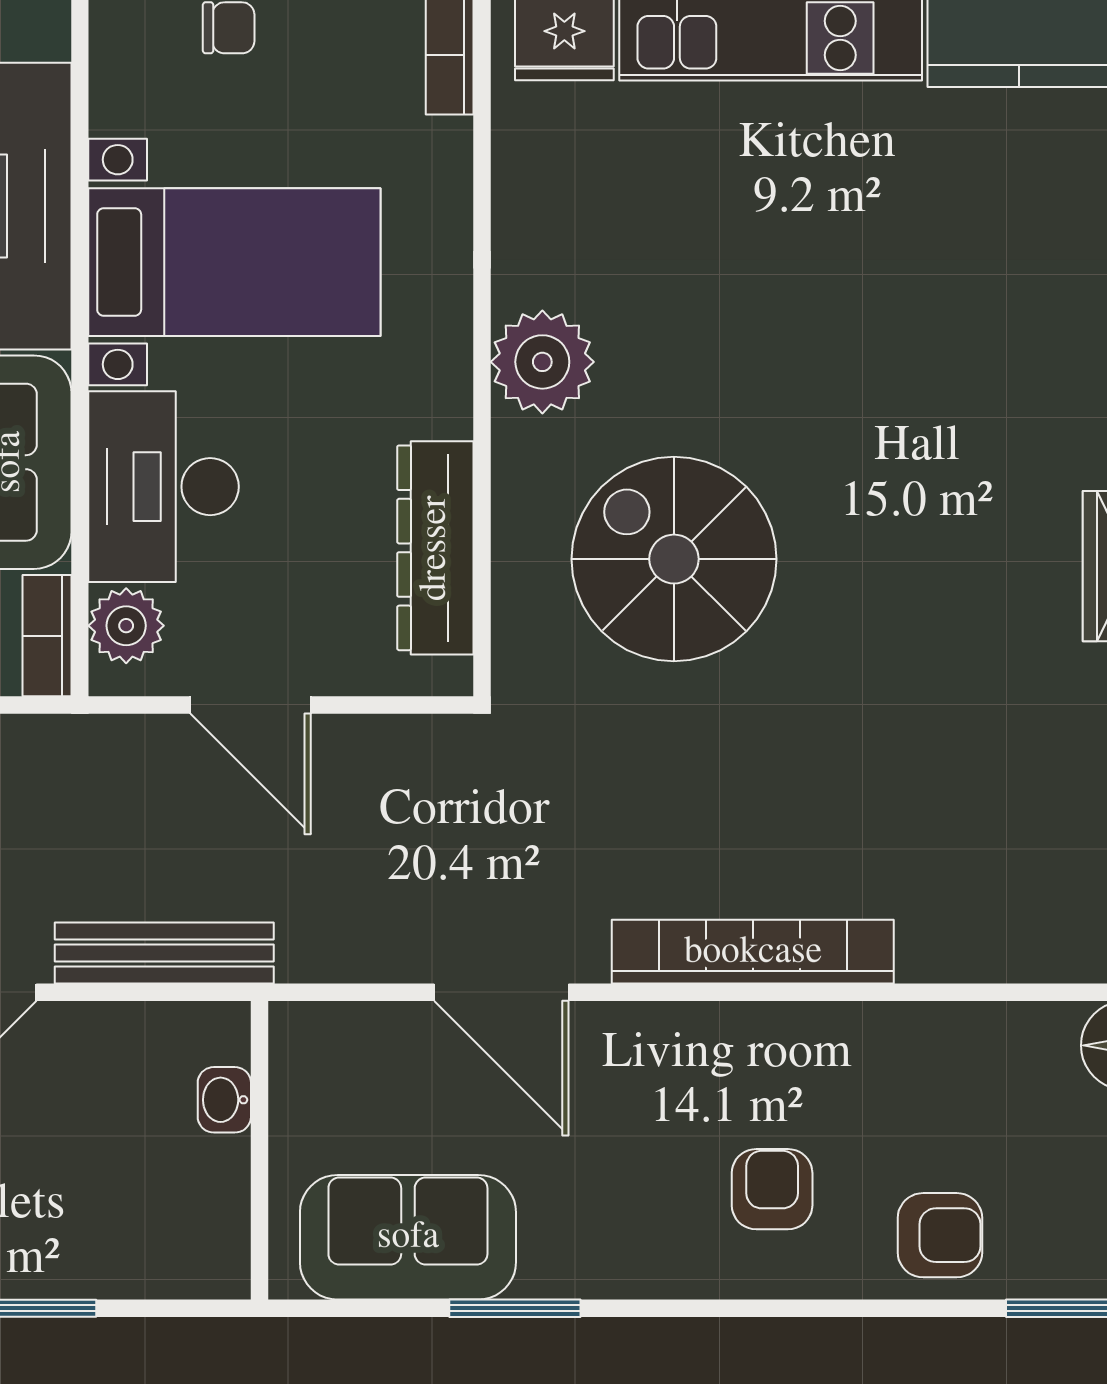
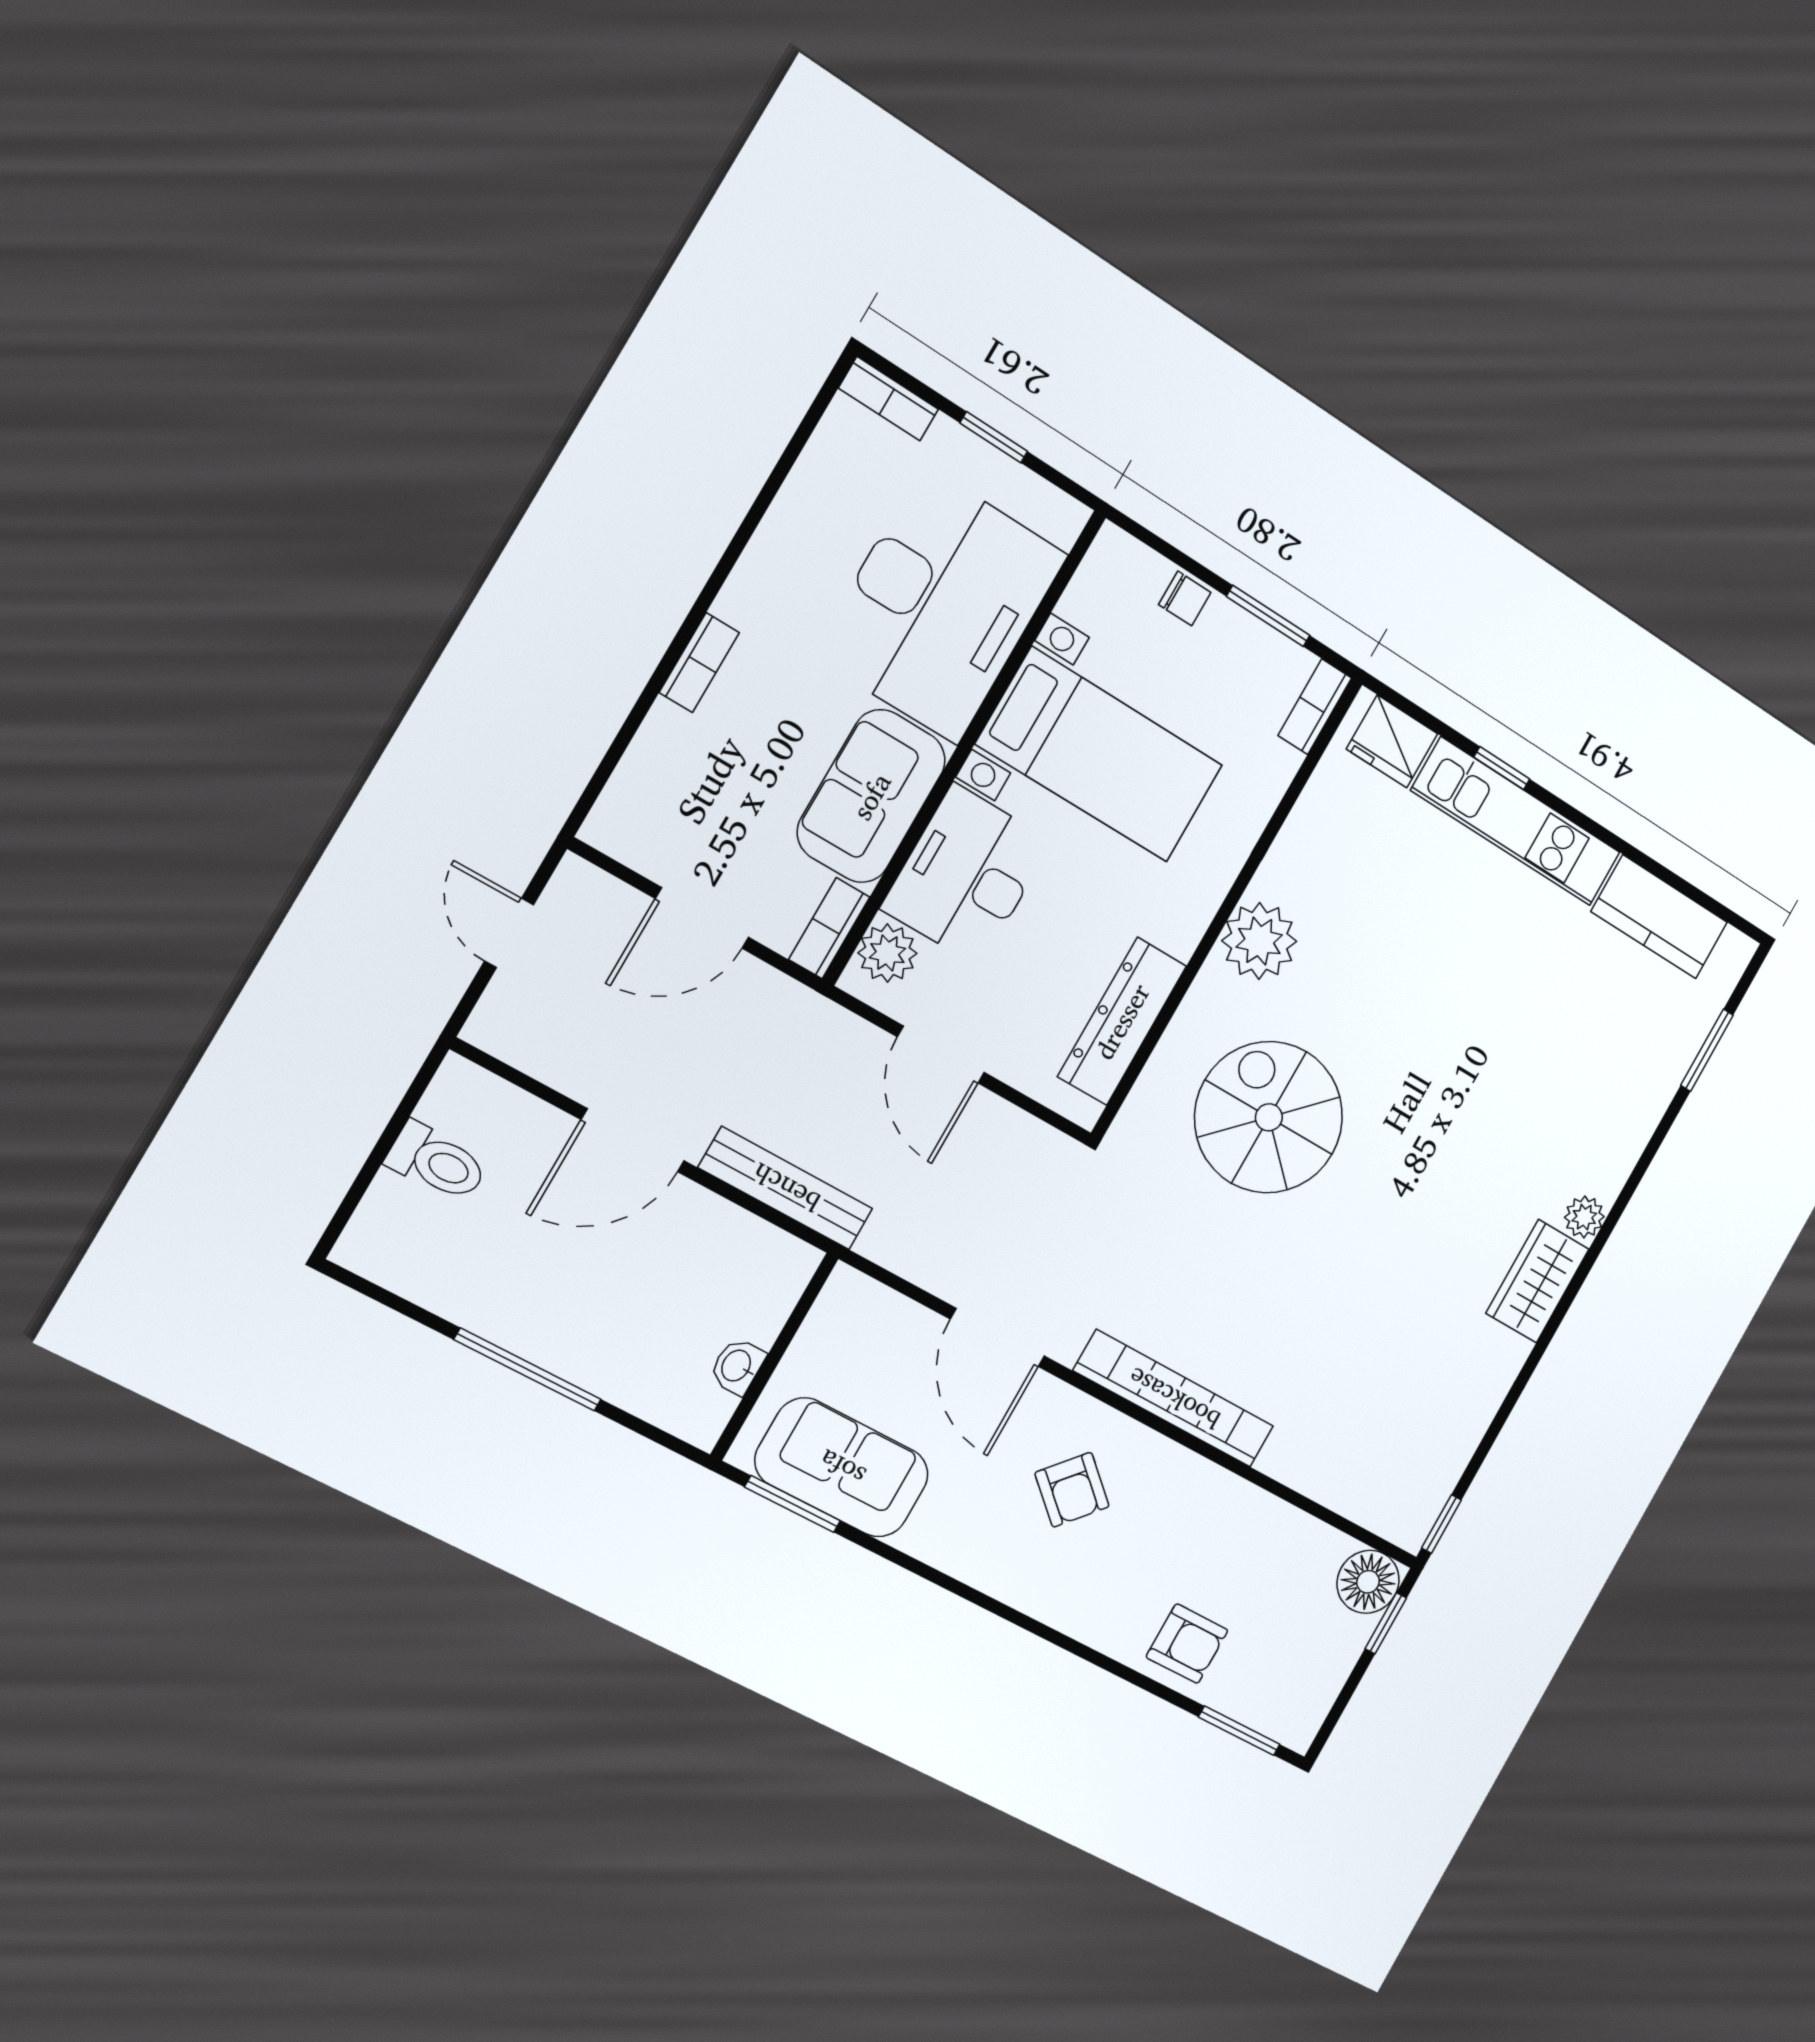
washbasin: (224, 1100) -> (737, 1366), moved
armchair: (772, 1189) -> (1072, 1490), moved, turned 132
window: (515, 1308) -> (793, 1504), moved

